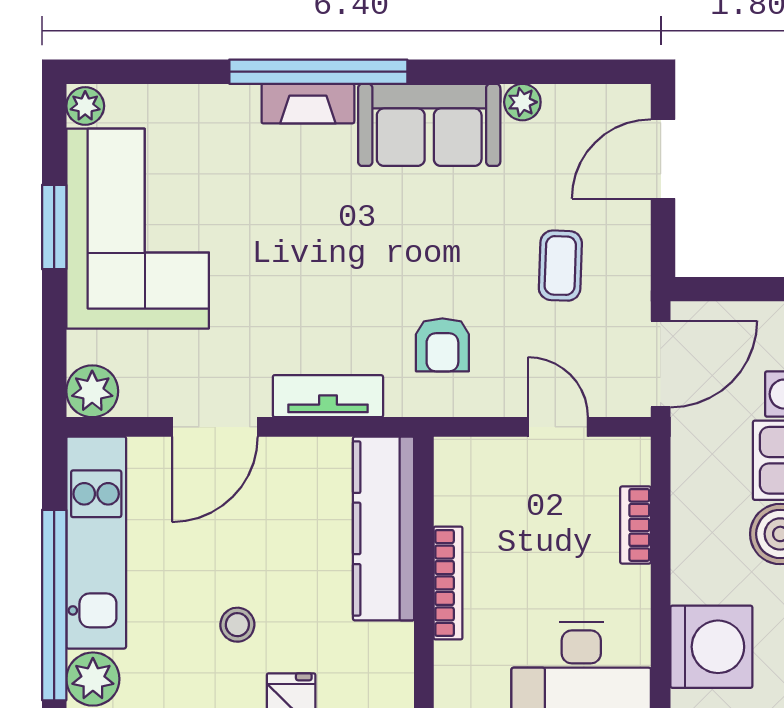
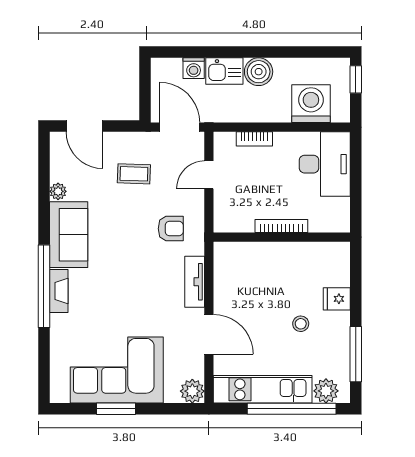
plant: (85, 106) -> (60, 394), removed
kitchen counter: (384, 528) -> (256, 256), removed

